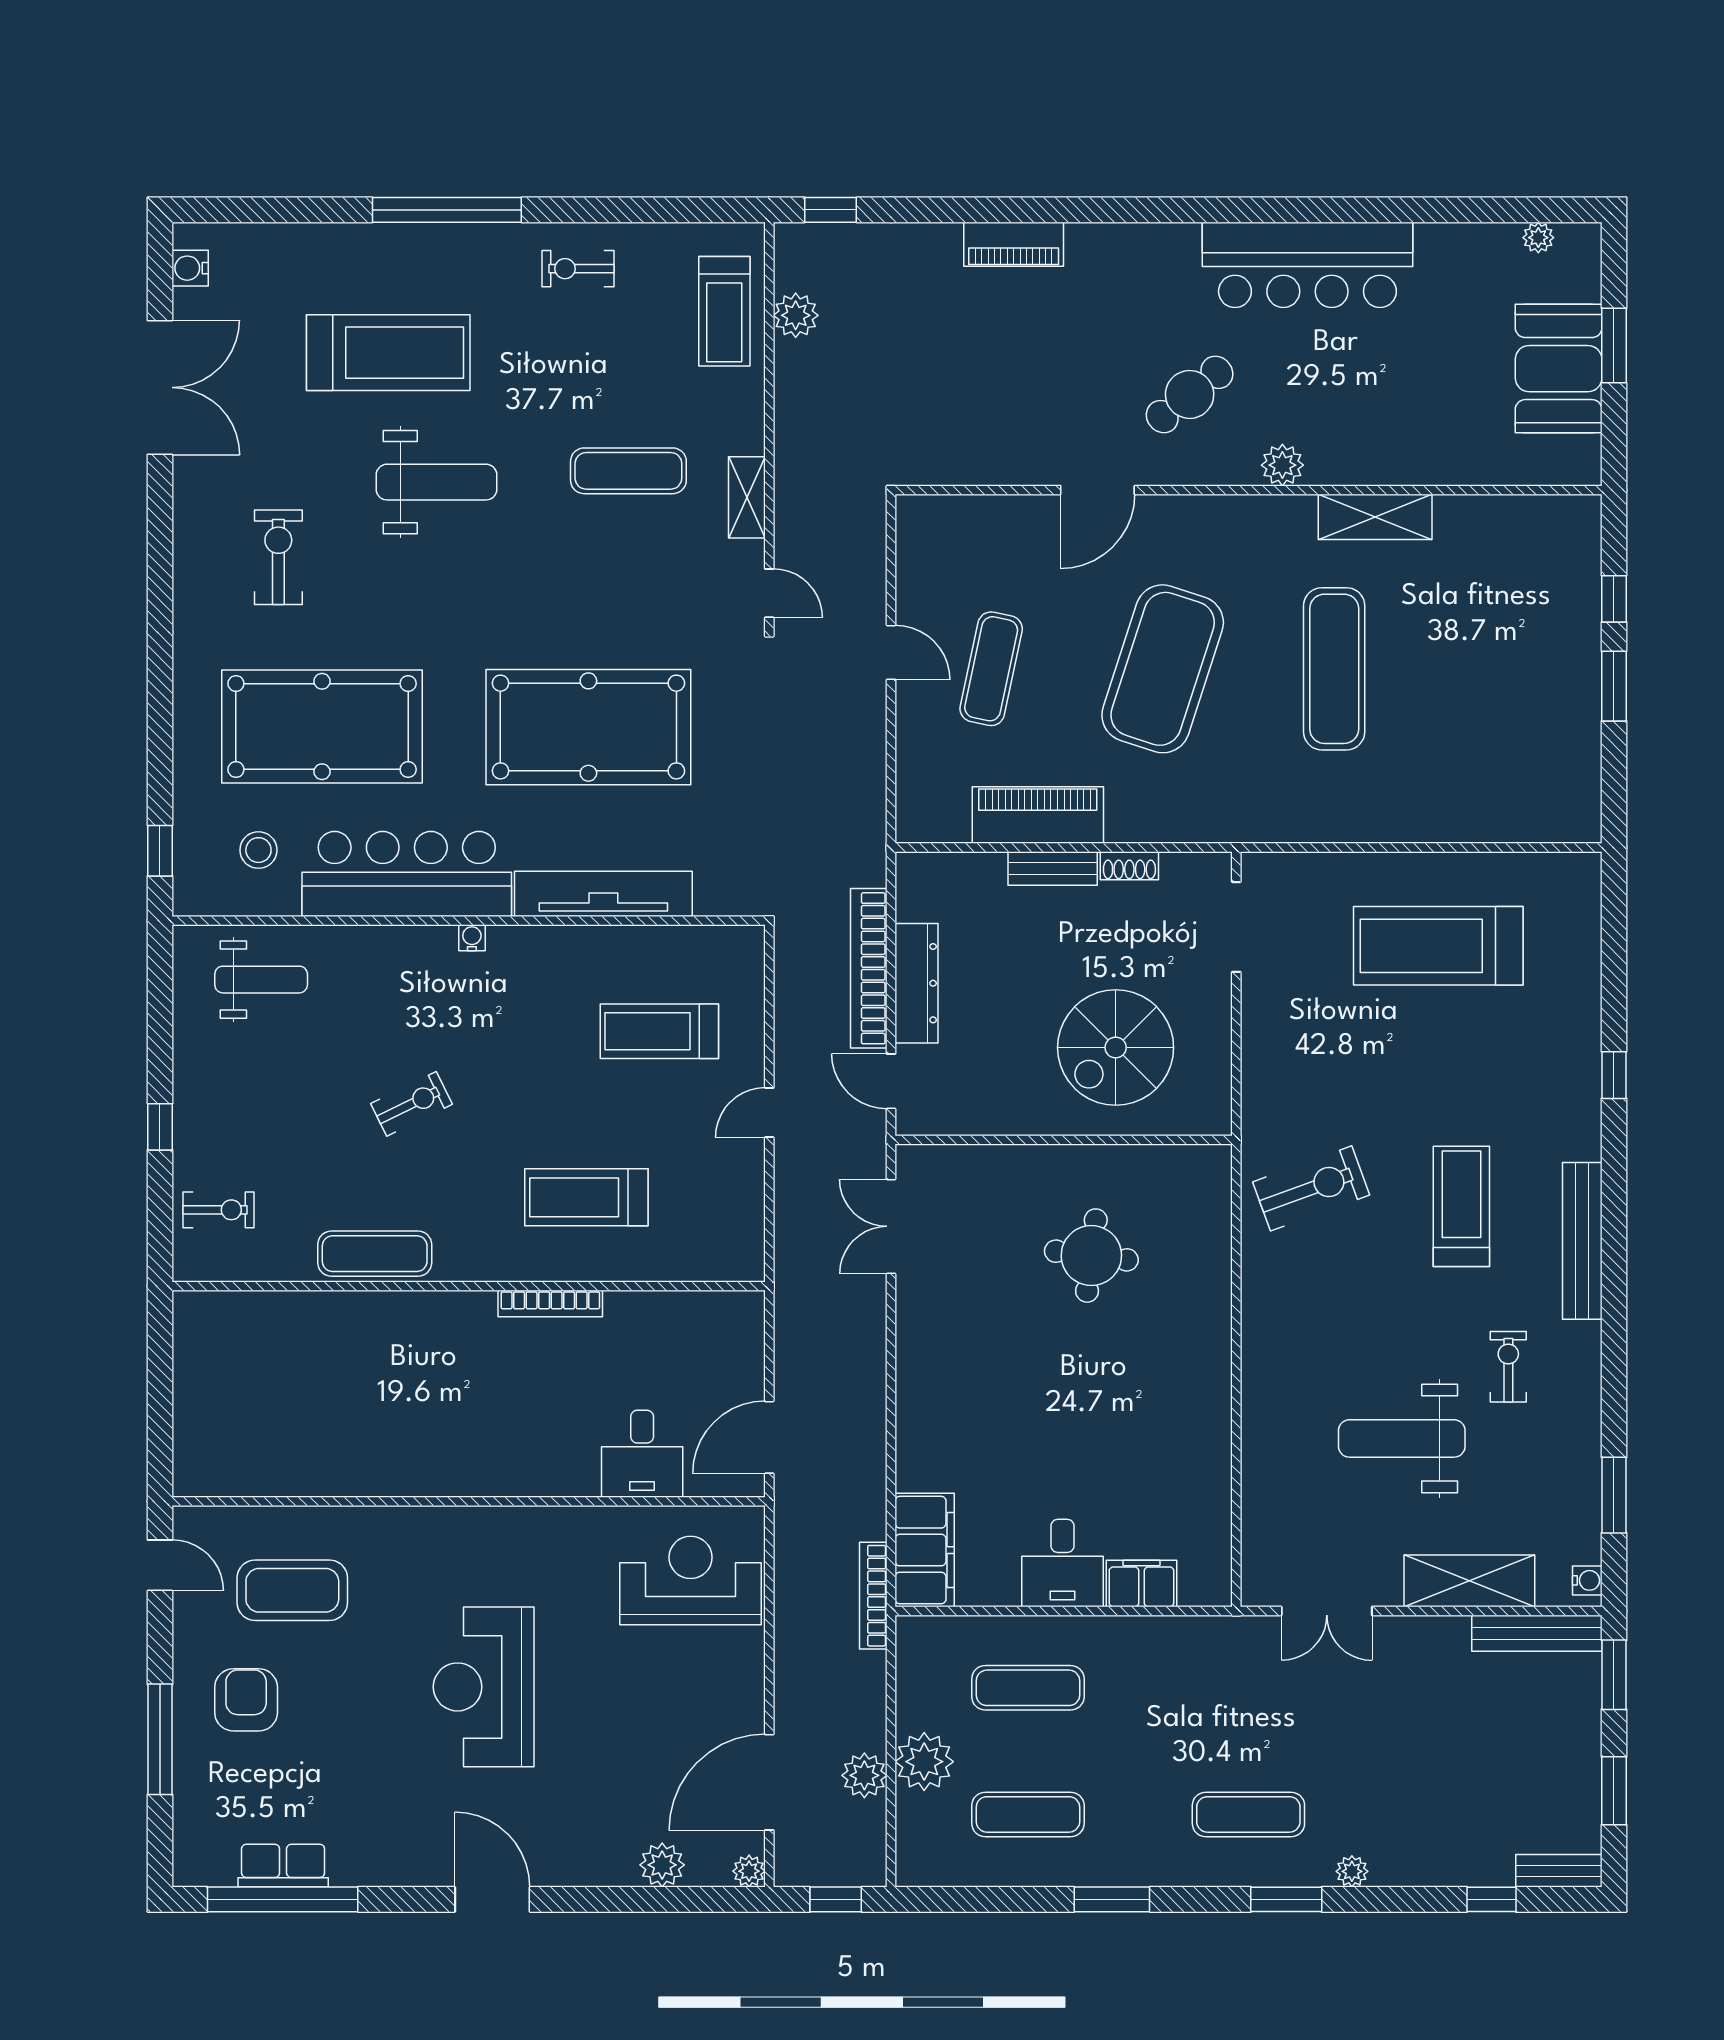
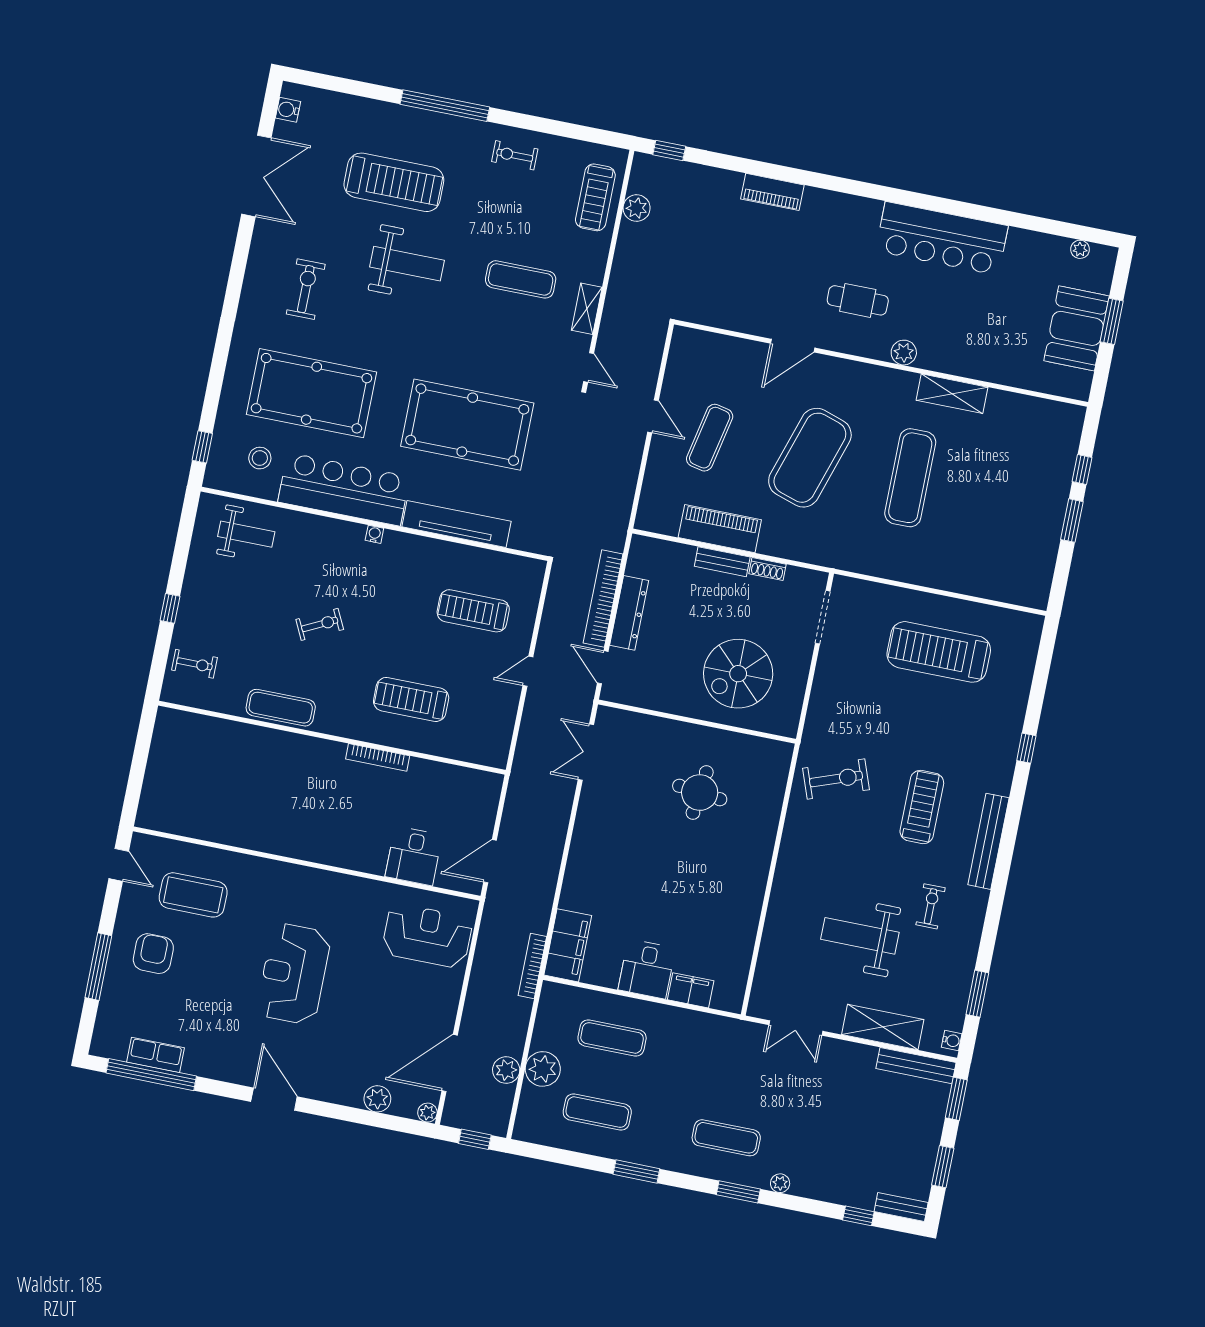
cafe table: (1190, 394) -> (858, 300), turned 39

